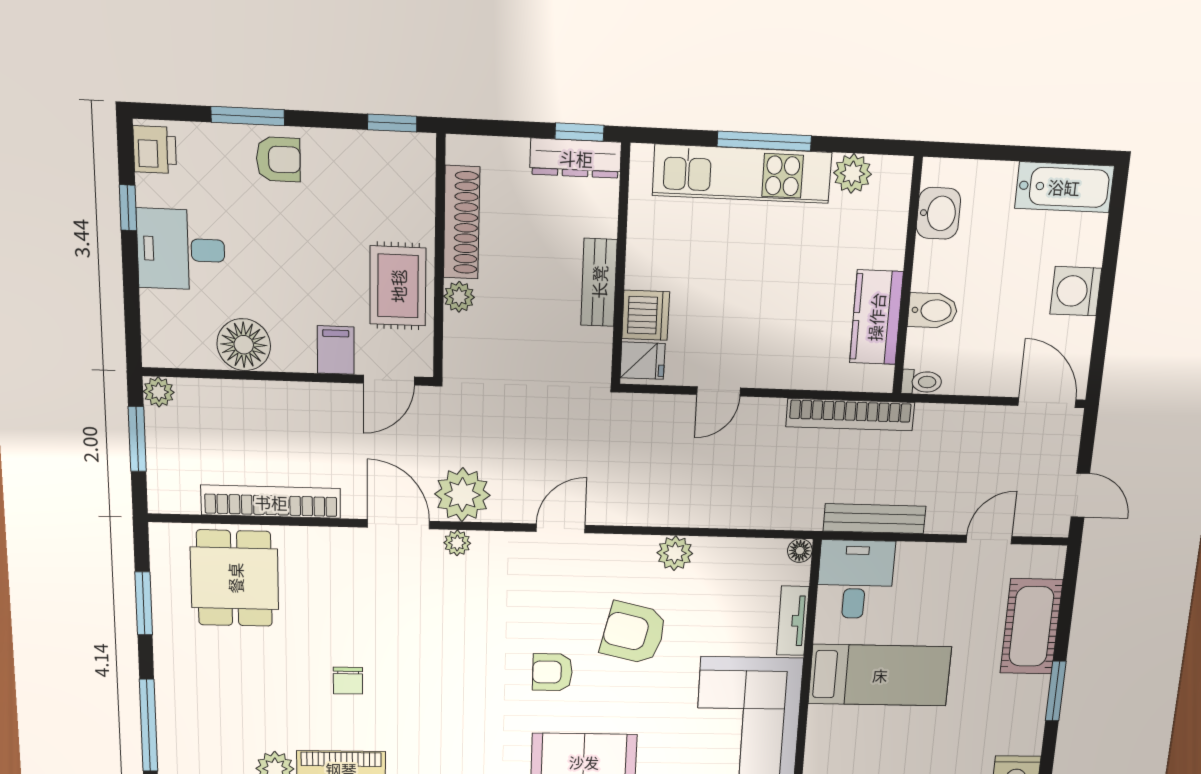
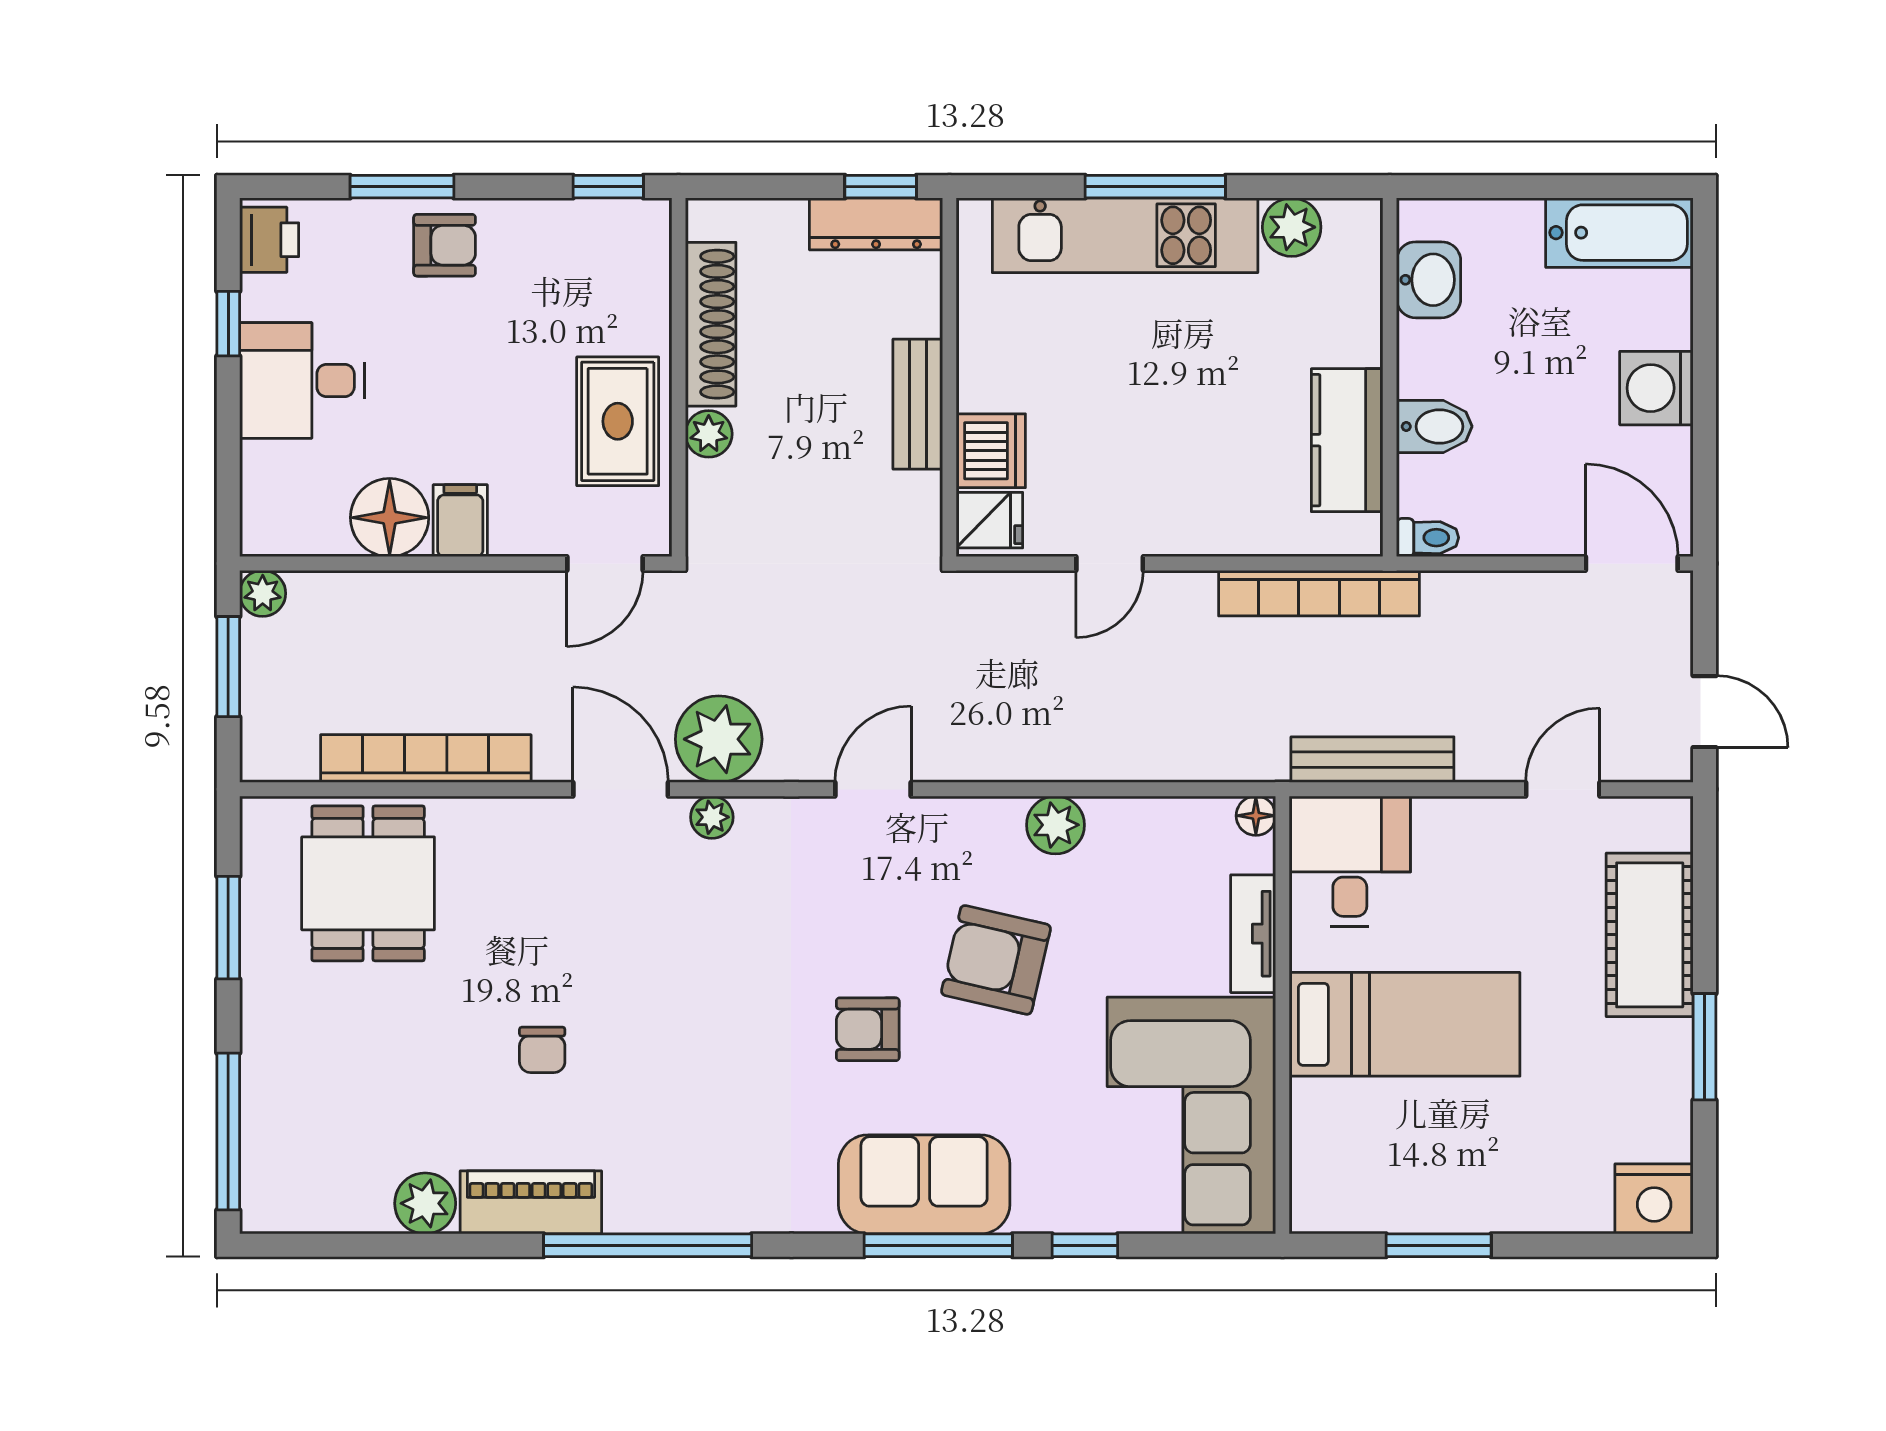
filing cabinet: (336, 350) -> (460, 521), moved

